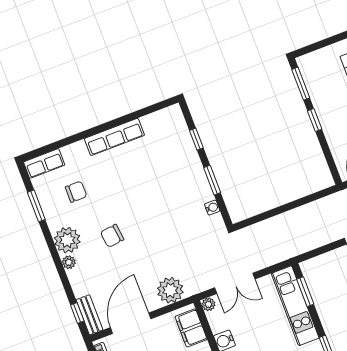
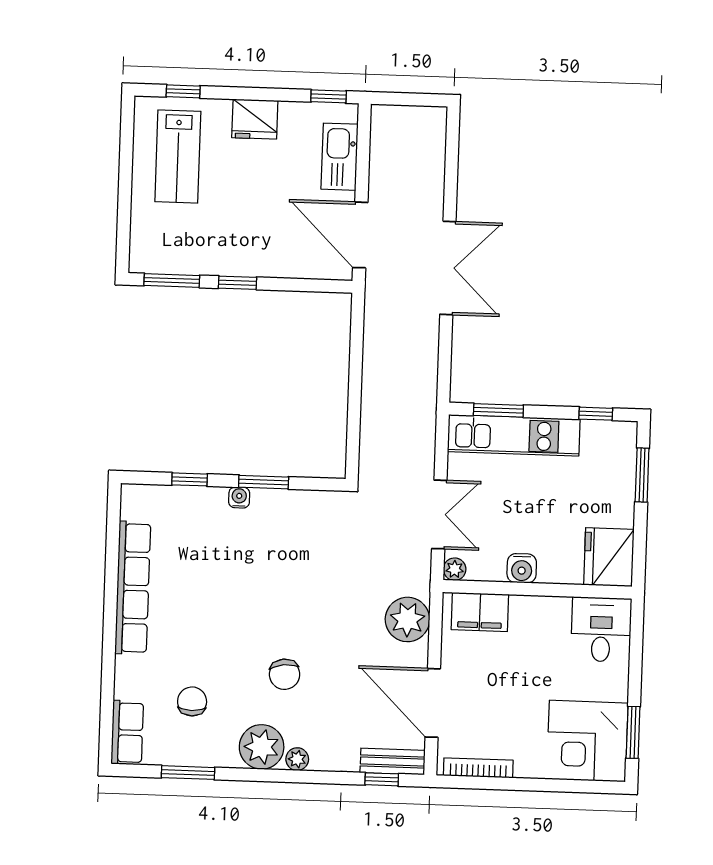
row of seats: (114, 137) -> (133, 588), width x1.36
water cooler: (212, 208) -> (239, 498), moved

